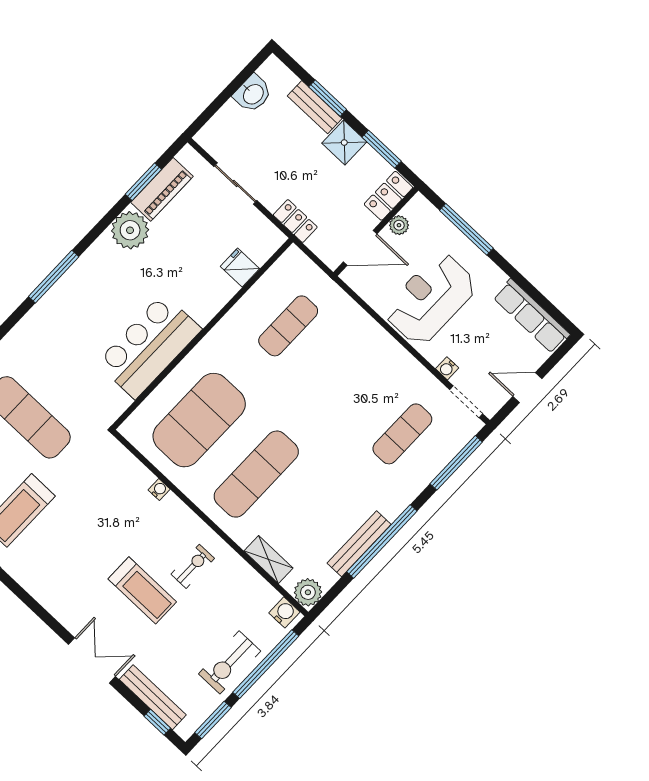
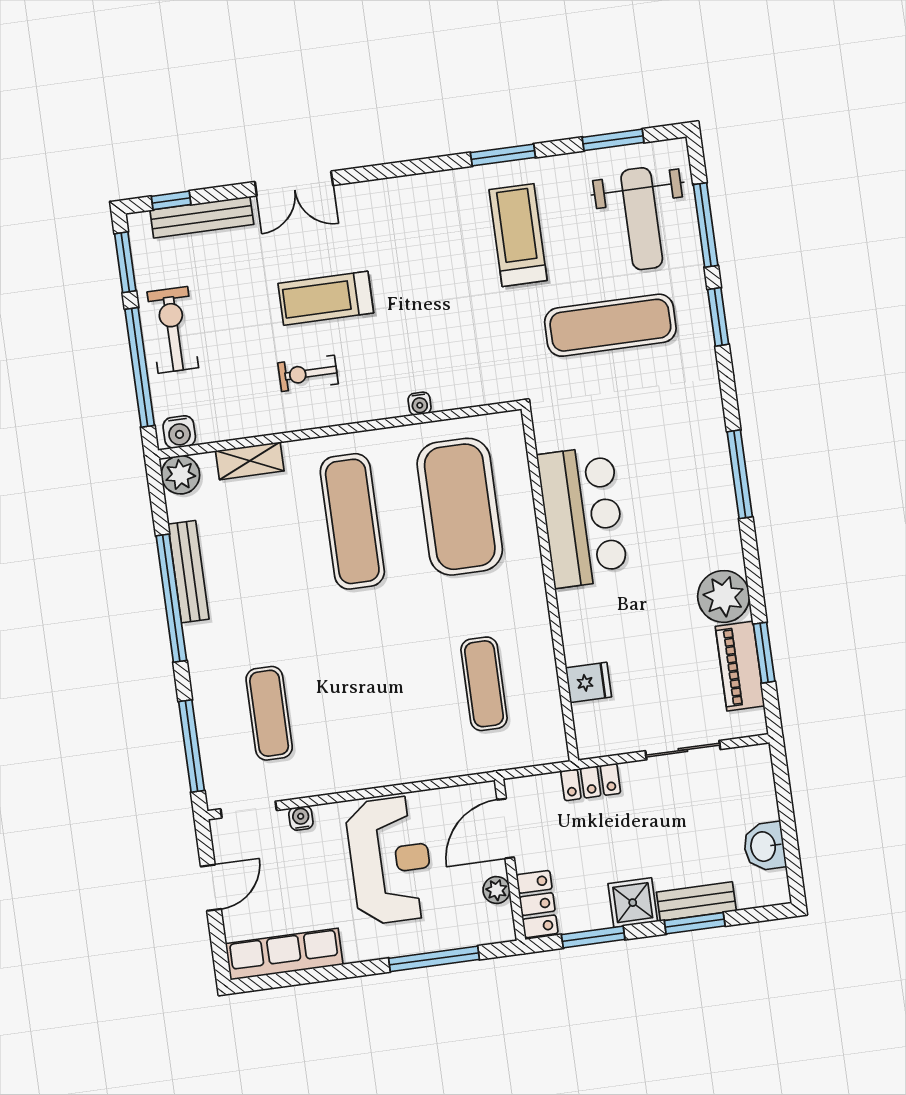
exercise bike: (193, 566) -> (308, 373), turned 90

